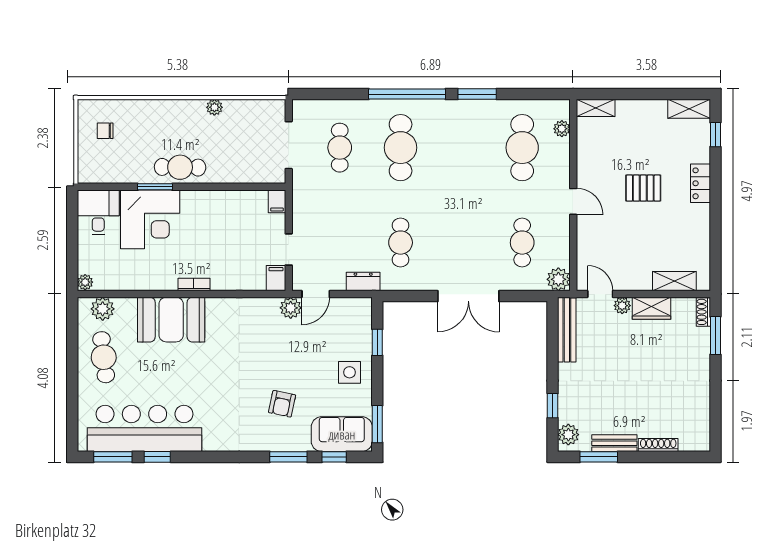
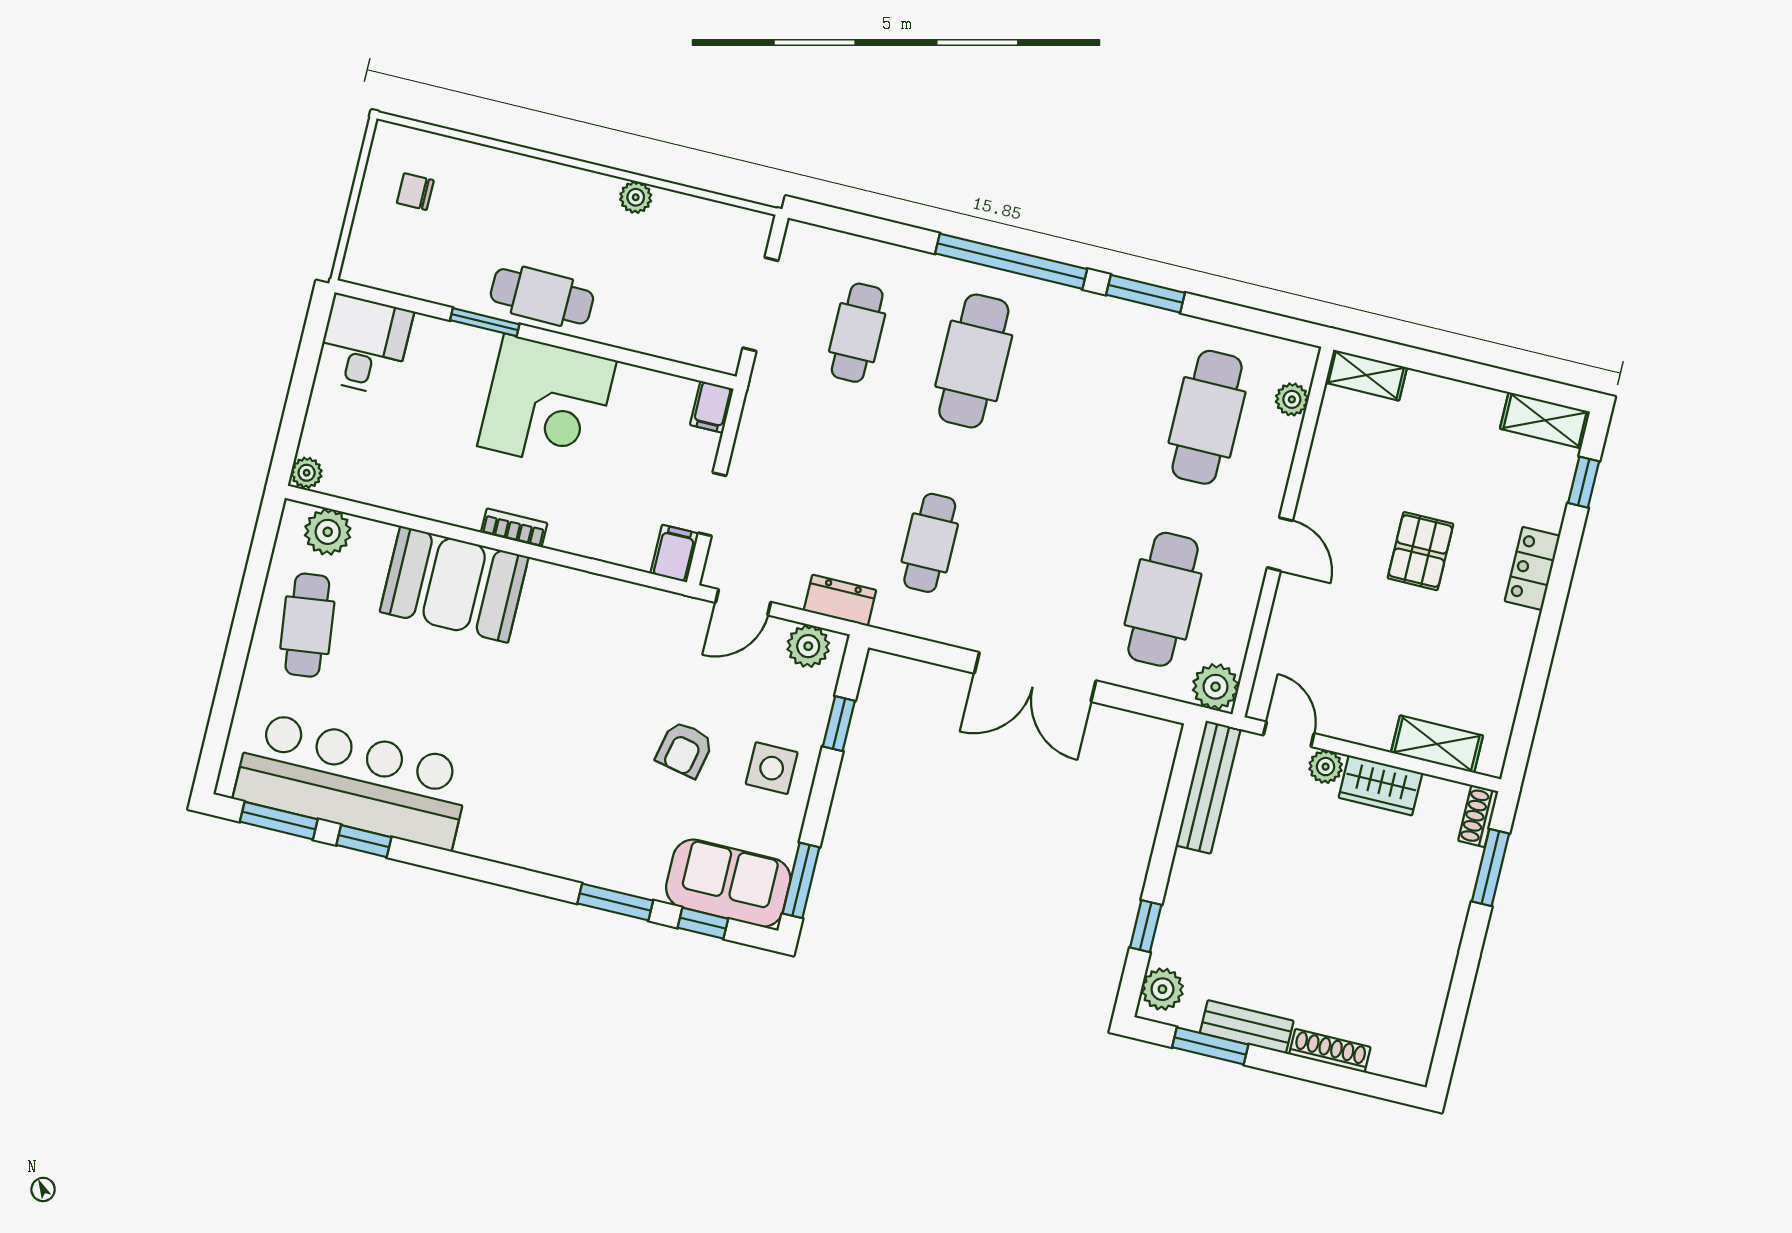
pallet: (643, 188) -> (1420, 551), turned 90
corner desk: (150, 219) -> (547, 403), moved
cafe table: (522, 243) -> (1163, 599), width x1.37, depth x1.35
plant: (291, 308) -> (808, 646), moved
armchair: (282, 404) -> (685, 749), moved

